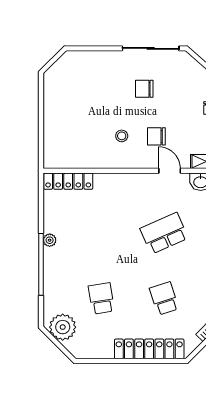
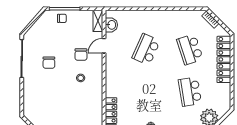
school desk: (164, 233) -> (146, 49), turned 48
school desk: (101, 298) -> (190, 92), width x1.85
school desk: (164, 298) -> (190, 49), width x1.85

